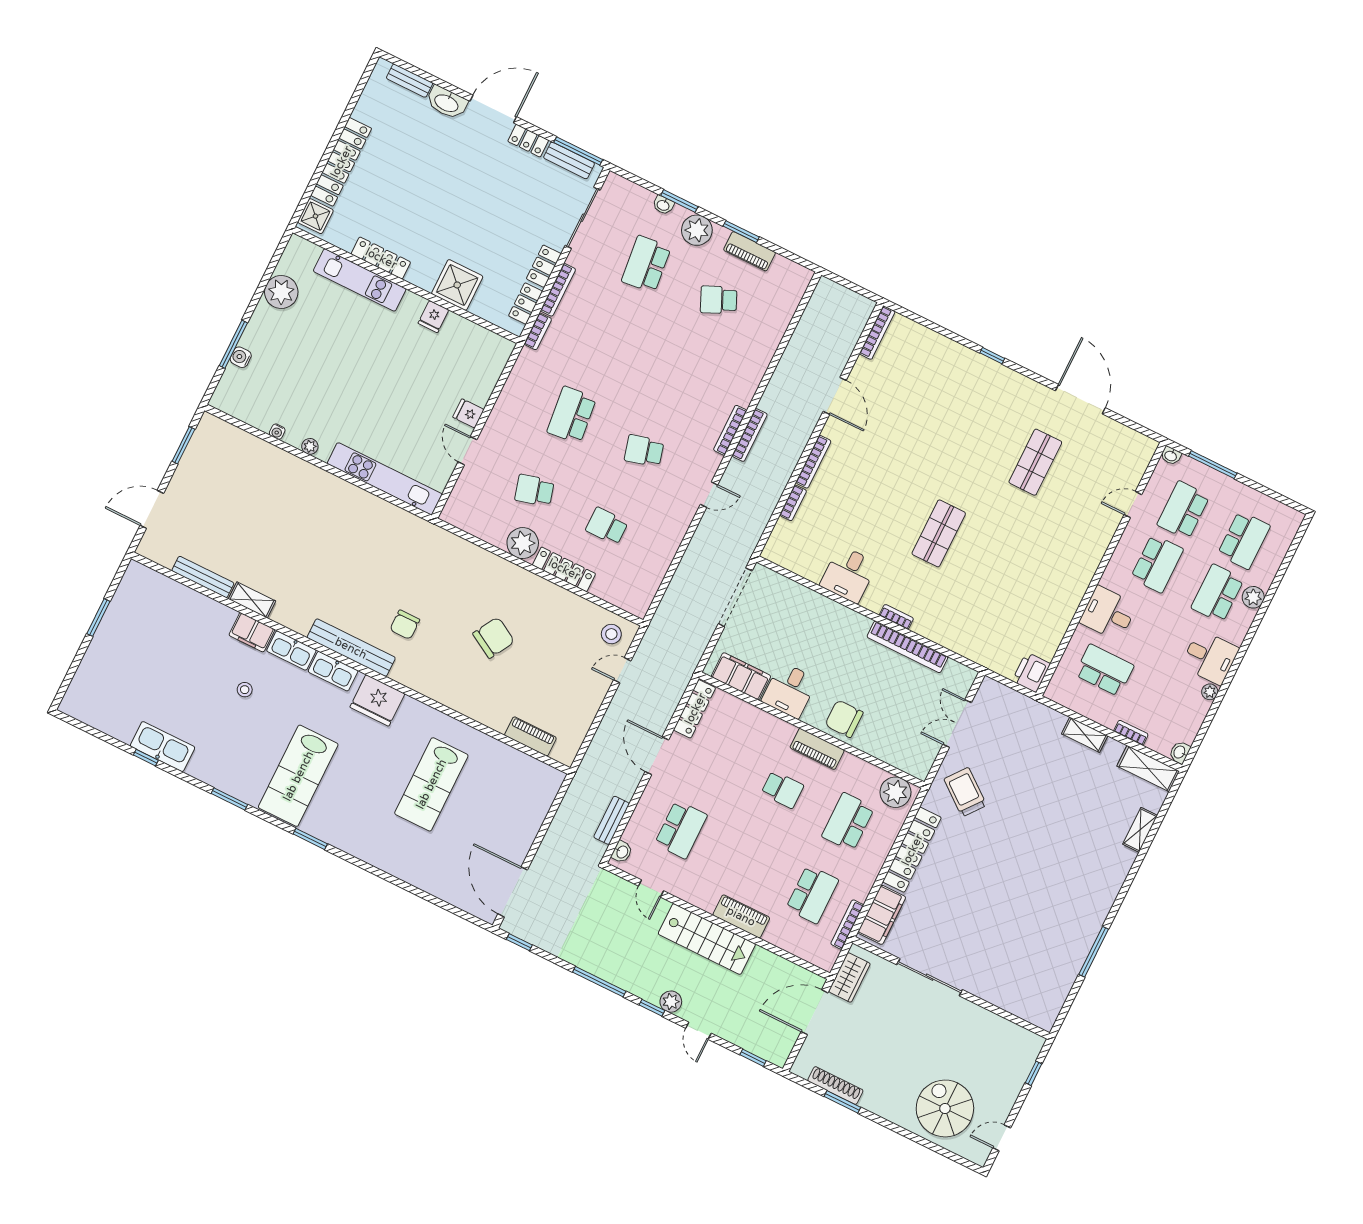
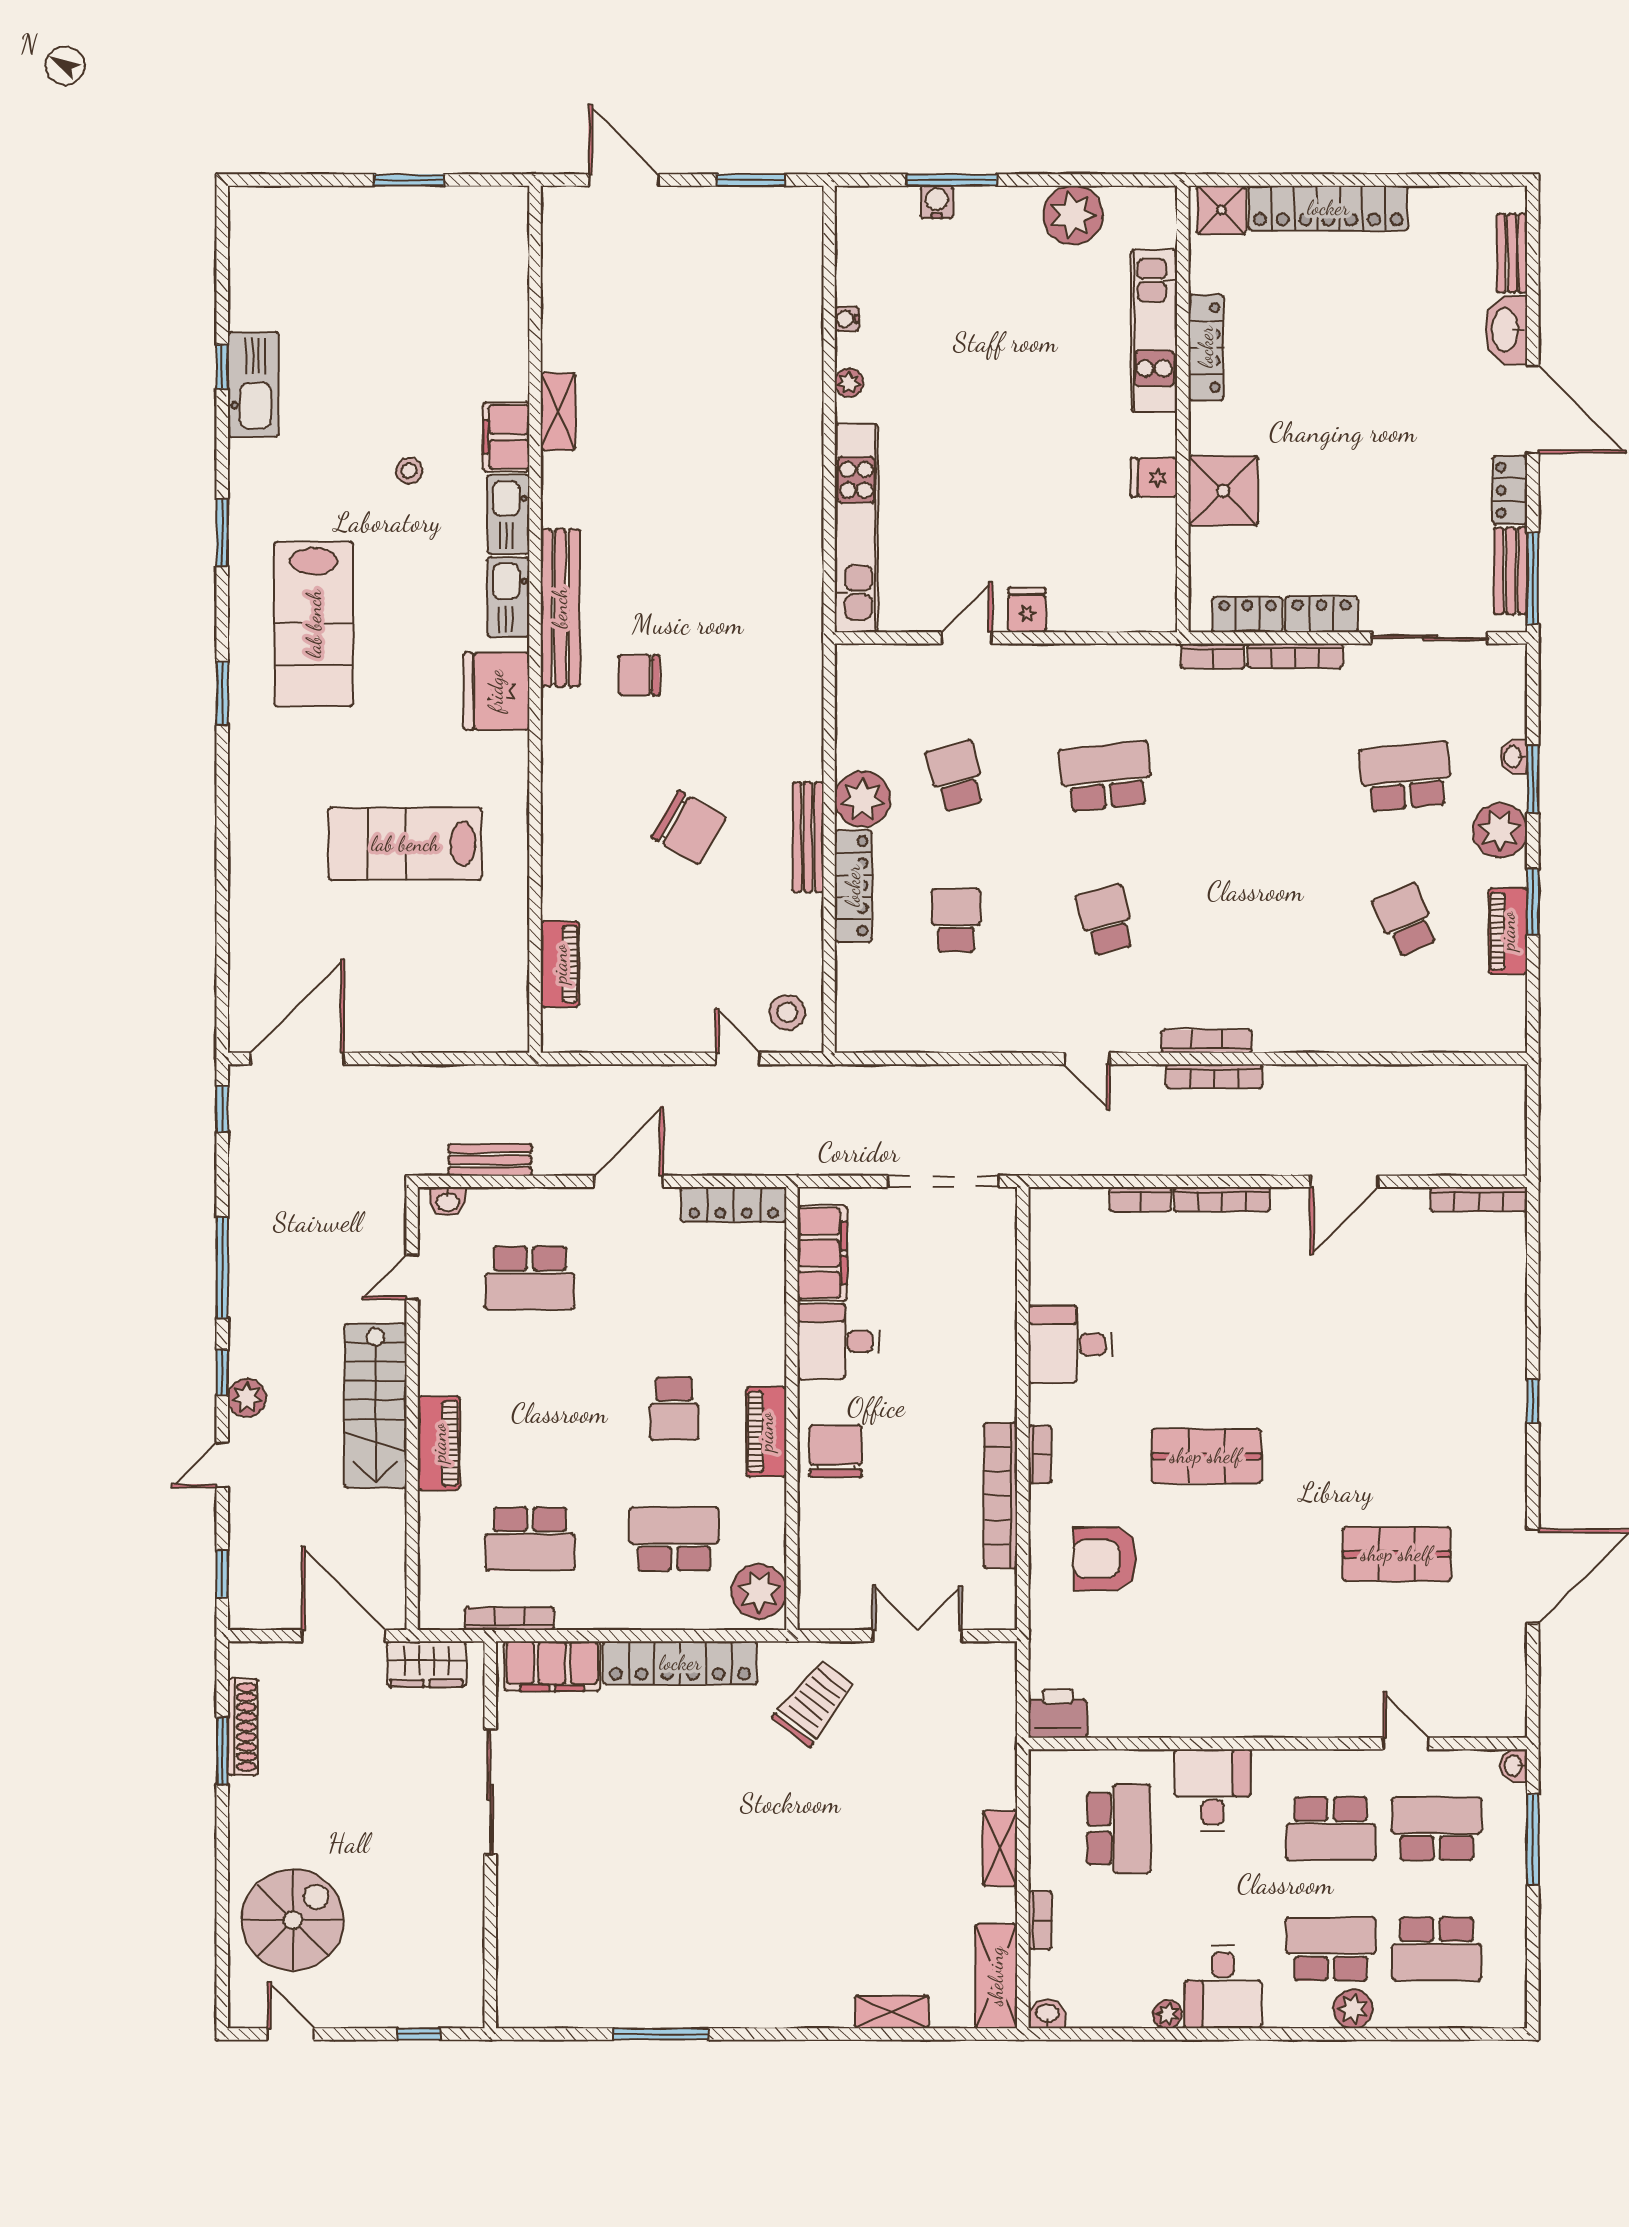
bench: (203, 577) -> (808, 837), moved
armchair: (965, 610) -> (1105, 1559), added
lab bench: (298, 776) -> (314, 624), turned -90

